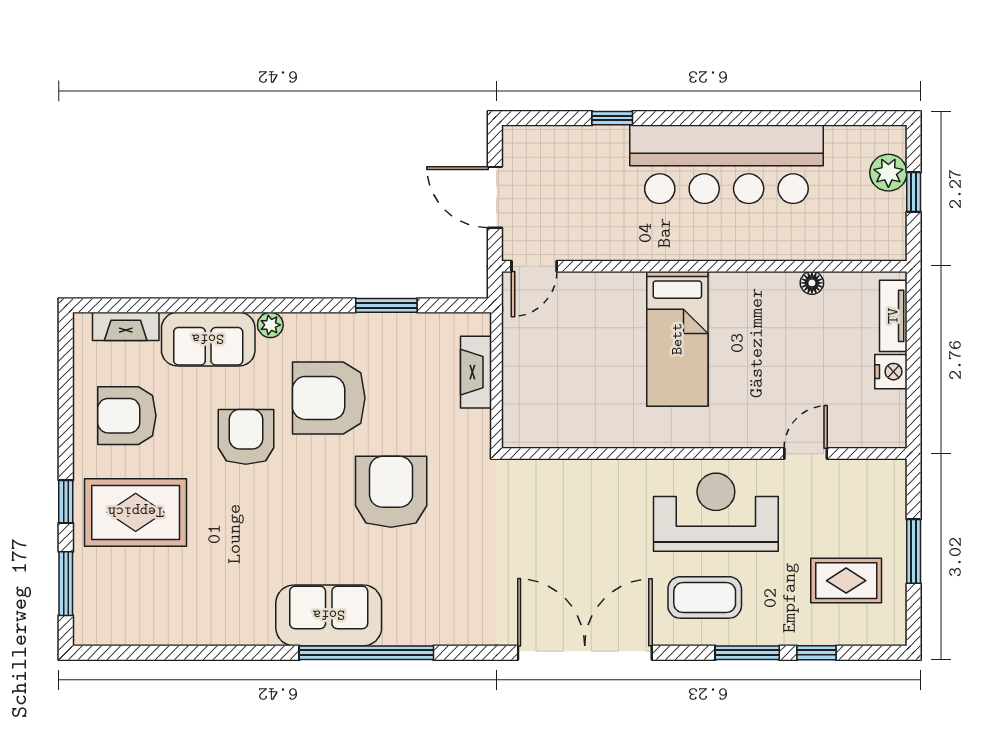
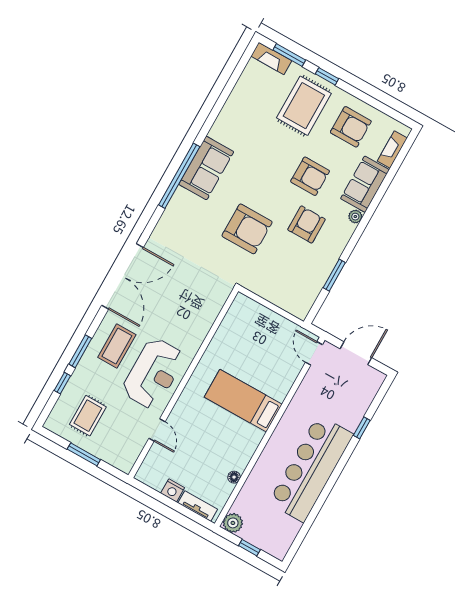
plant: (888, 173) -> (233, 523), moved
fireplace: (476, 372) -> (271, 58), moved, turned 180
armchair: (329, 398) -> (306, 224), width x0.73, depth x0.73
armchair: (127, 416) -> (351, 127), turned 90

